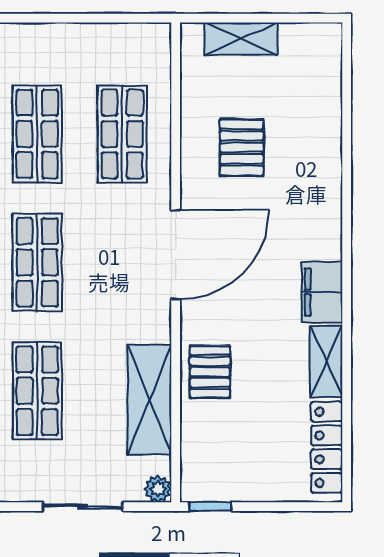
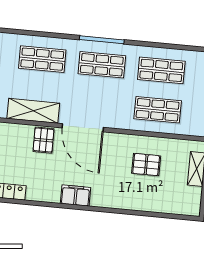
door: (176, 255) -> (83, 128), moved
shelving: (326, 361) -> (43, 194), removed
pallet: (210, 372) -> (44, 140), turned 90

